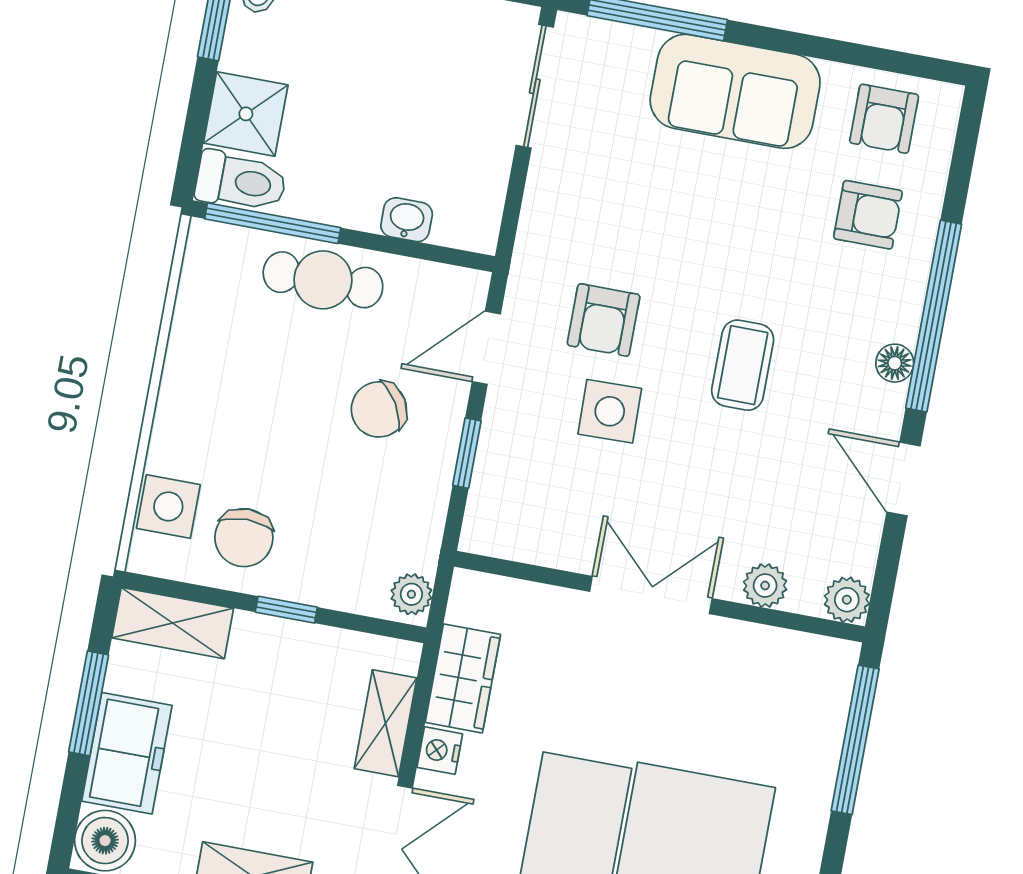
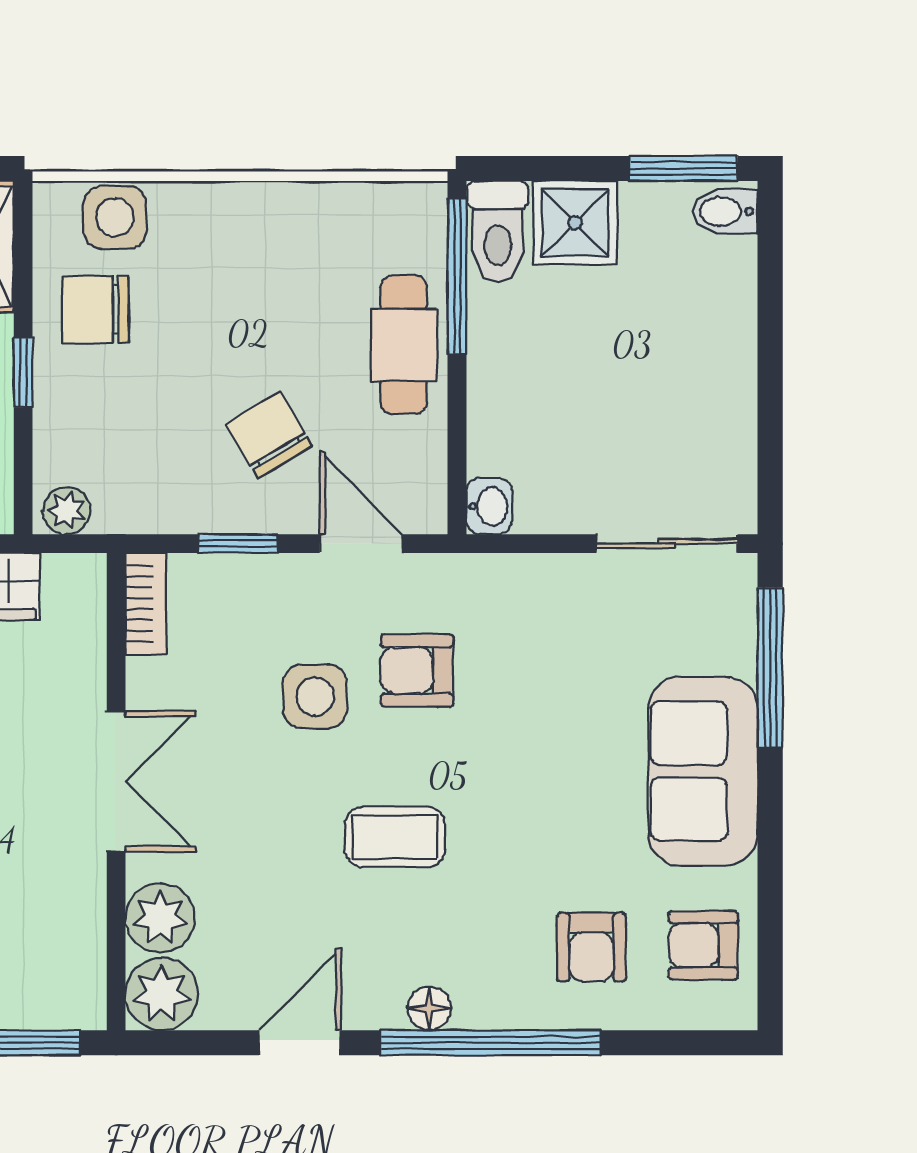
washbasin: (407, 220) -> (489, 506), moved
bookcase: (504, 541) -> (146, 604), added
plant: (765, 586) -> (160, 918), width x1.38, depth x1.38
plant: (847, 600) -> (162, 994), width x1.38, depth x1.38

